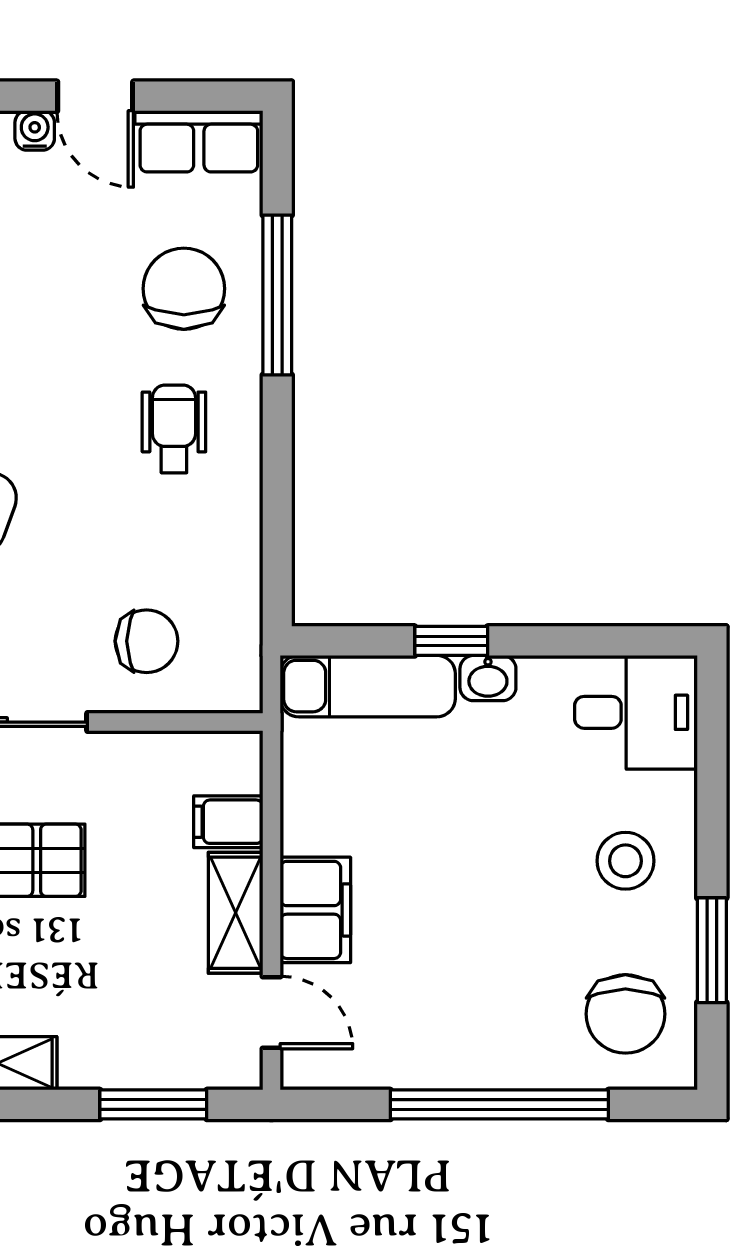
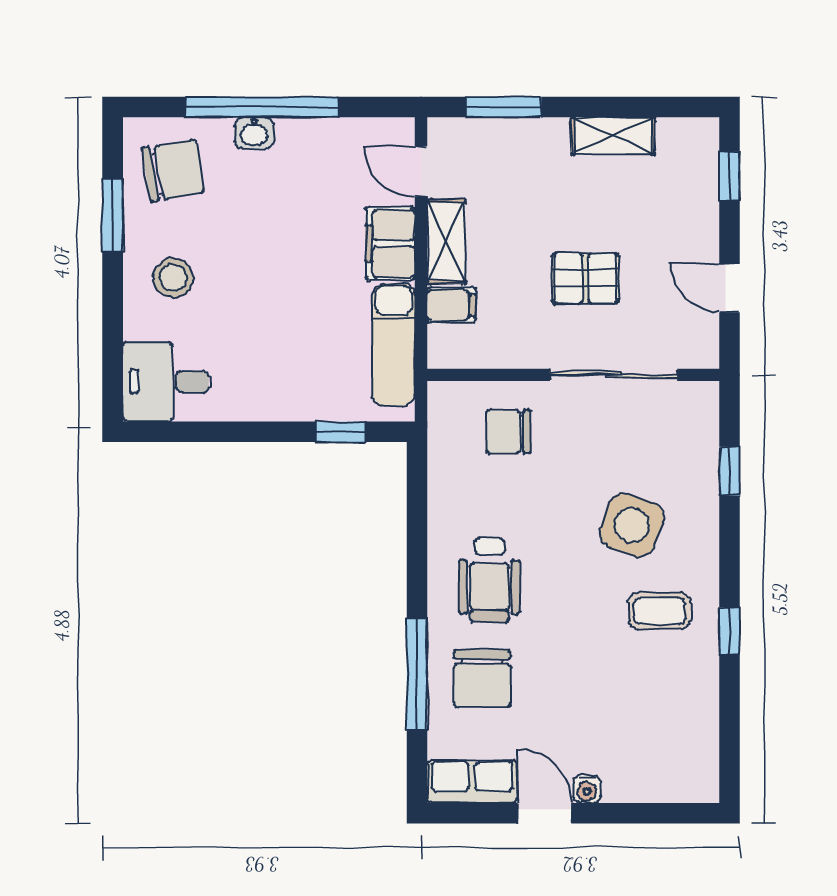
wheelchair: (174, 429) -> (489, 580), width x1.36, depth x1.37
window: (451, 641) -> (341, 432), moved
washbasin: (488, 678) -> (254, 133), moved, turned 180
exam couch: (368, 686) -> (393, 345), moved, turned -90
chair: (625, 1014) -> (173, 170), turned 80

